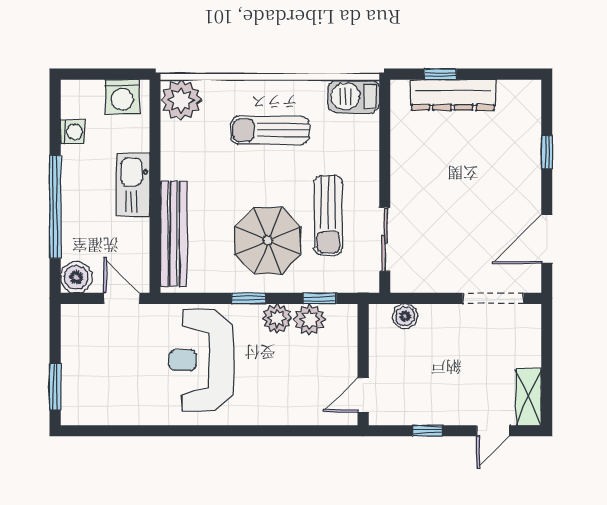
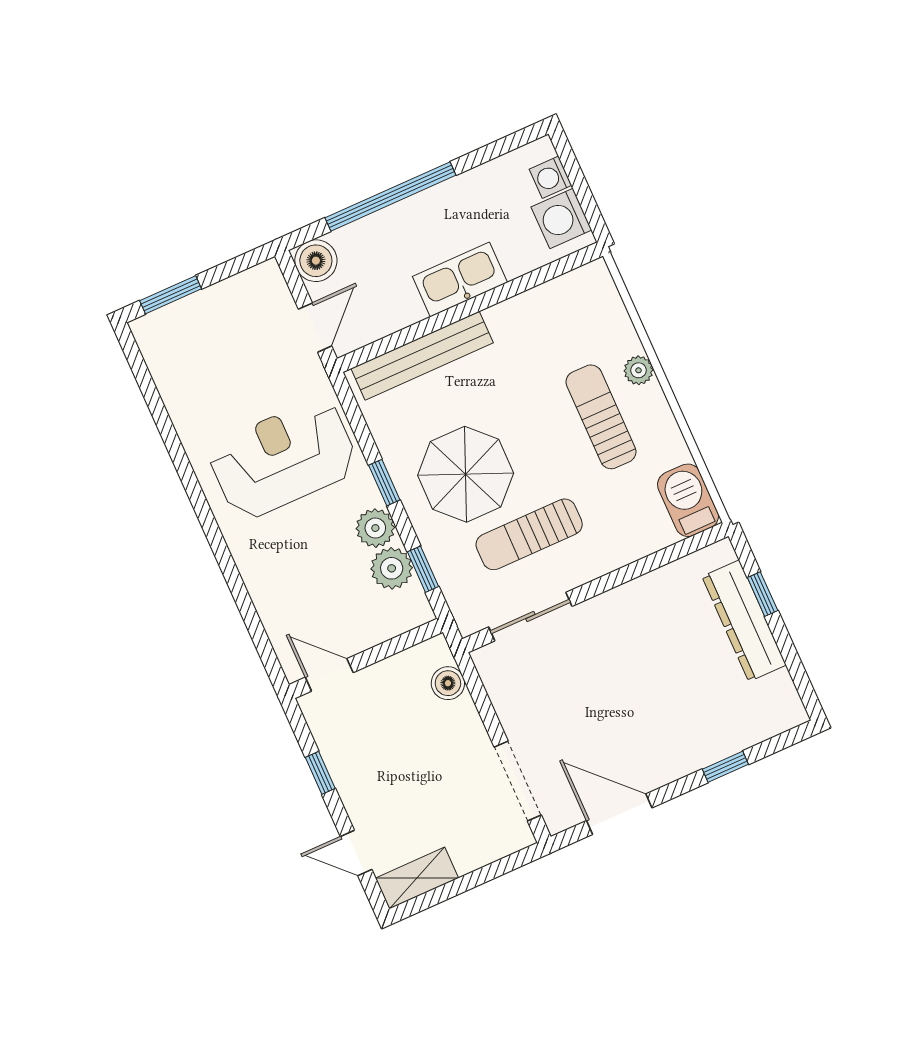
plant: (181, 100) -> (639, 370), moved, width x0.53, depth x0.53
washing machine: (73, 132) -> (551, 177), moved, turned 90

